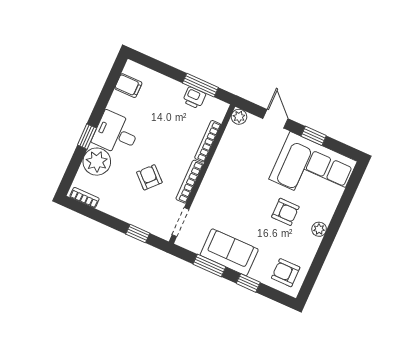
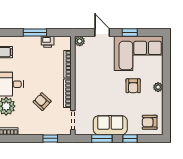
window: (200, 85) -> (35, 32), moved
armchair: (285, 212) -> (133, 86), turned 90

